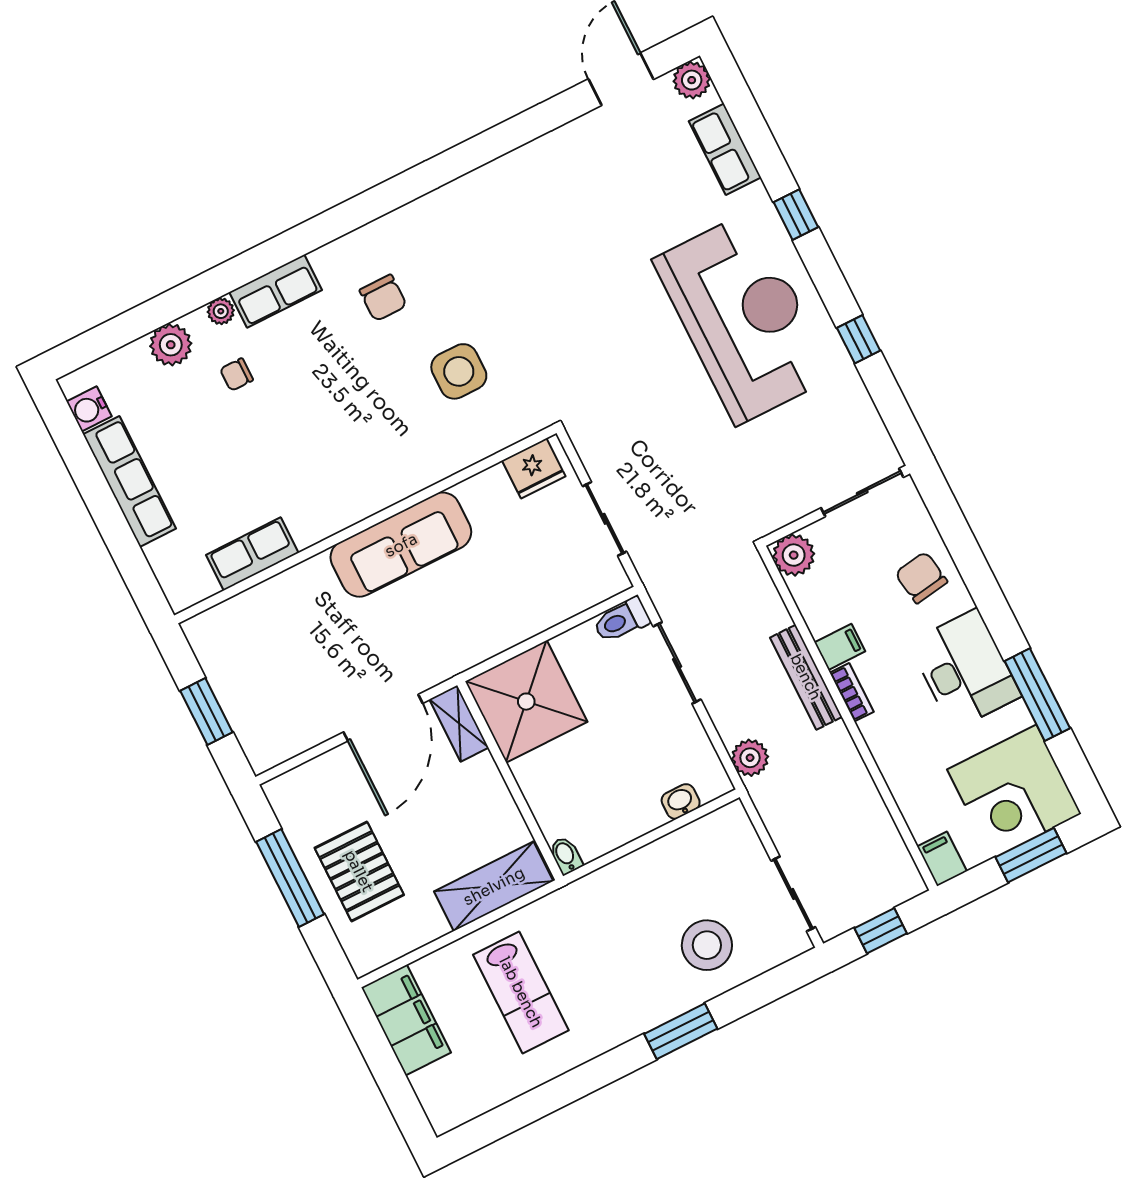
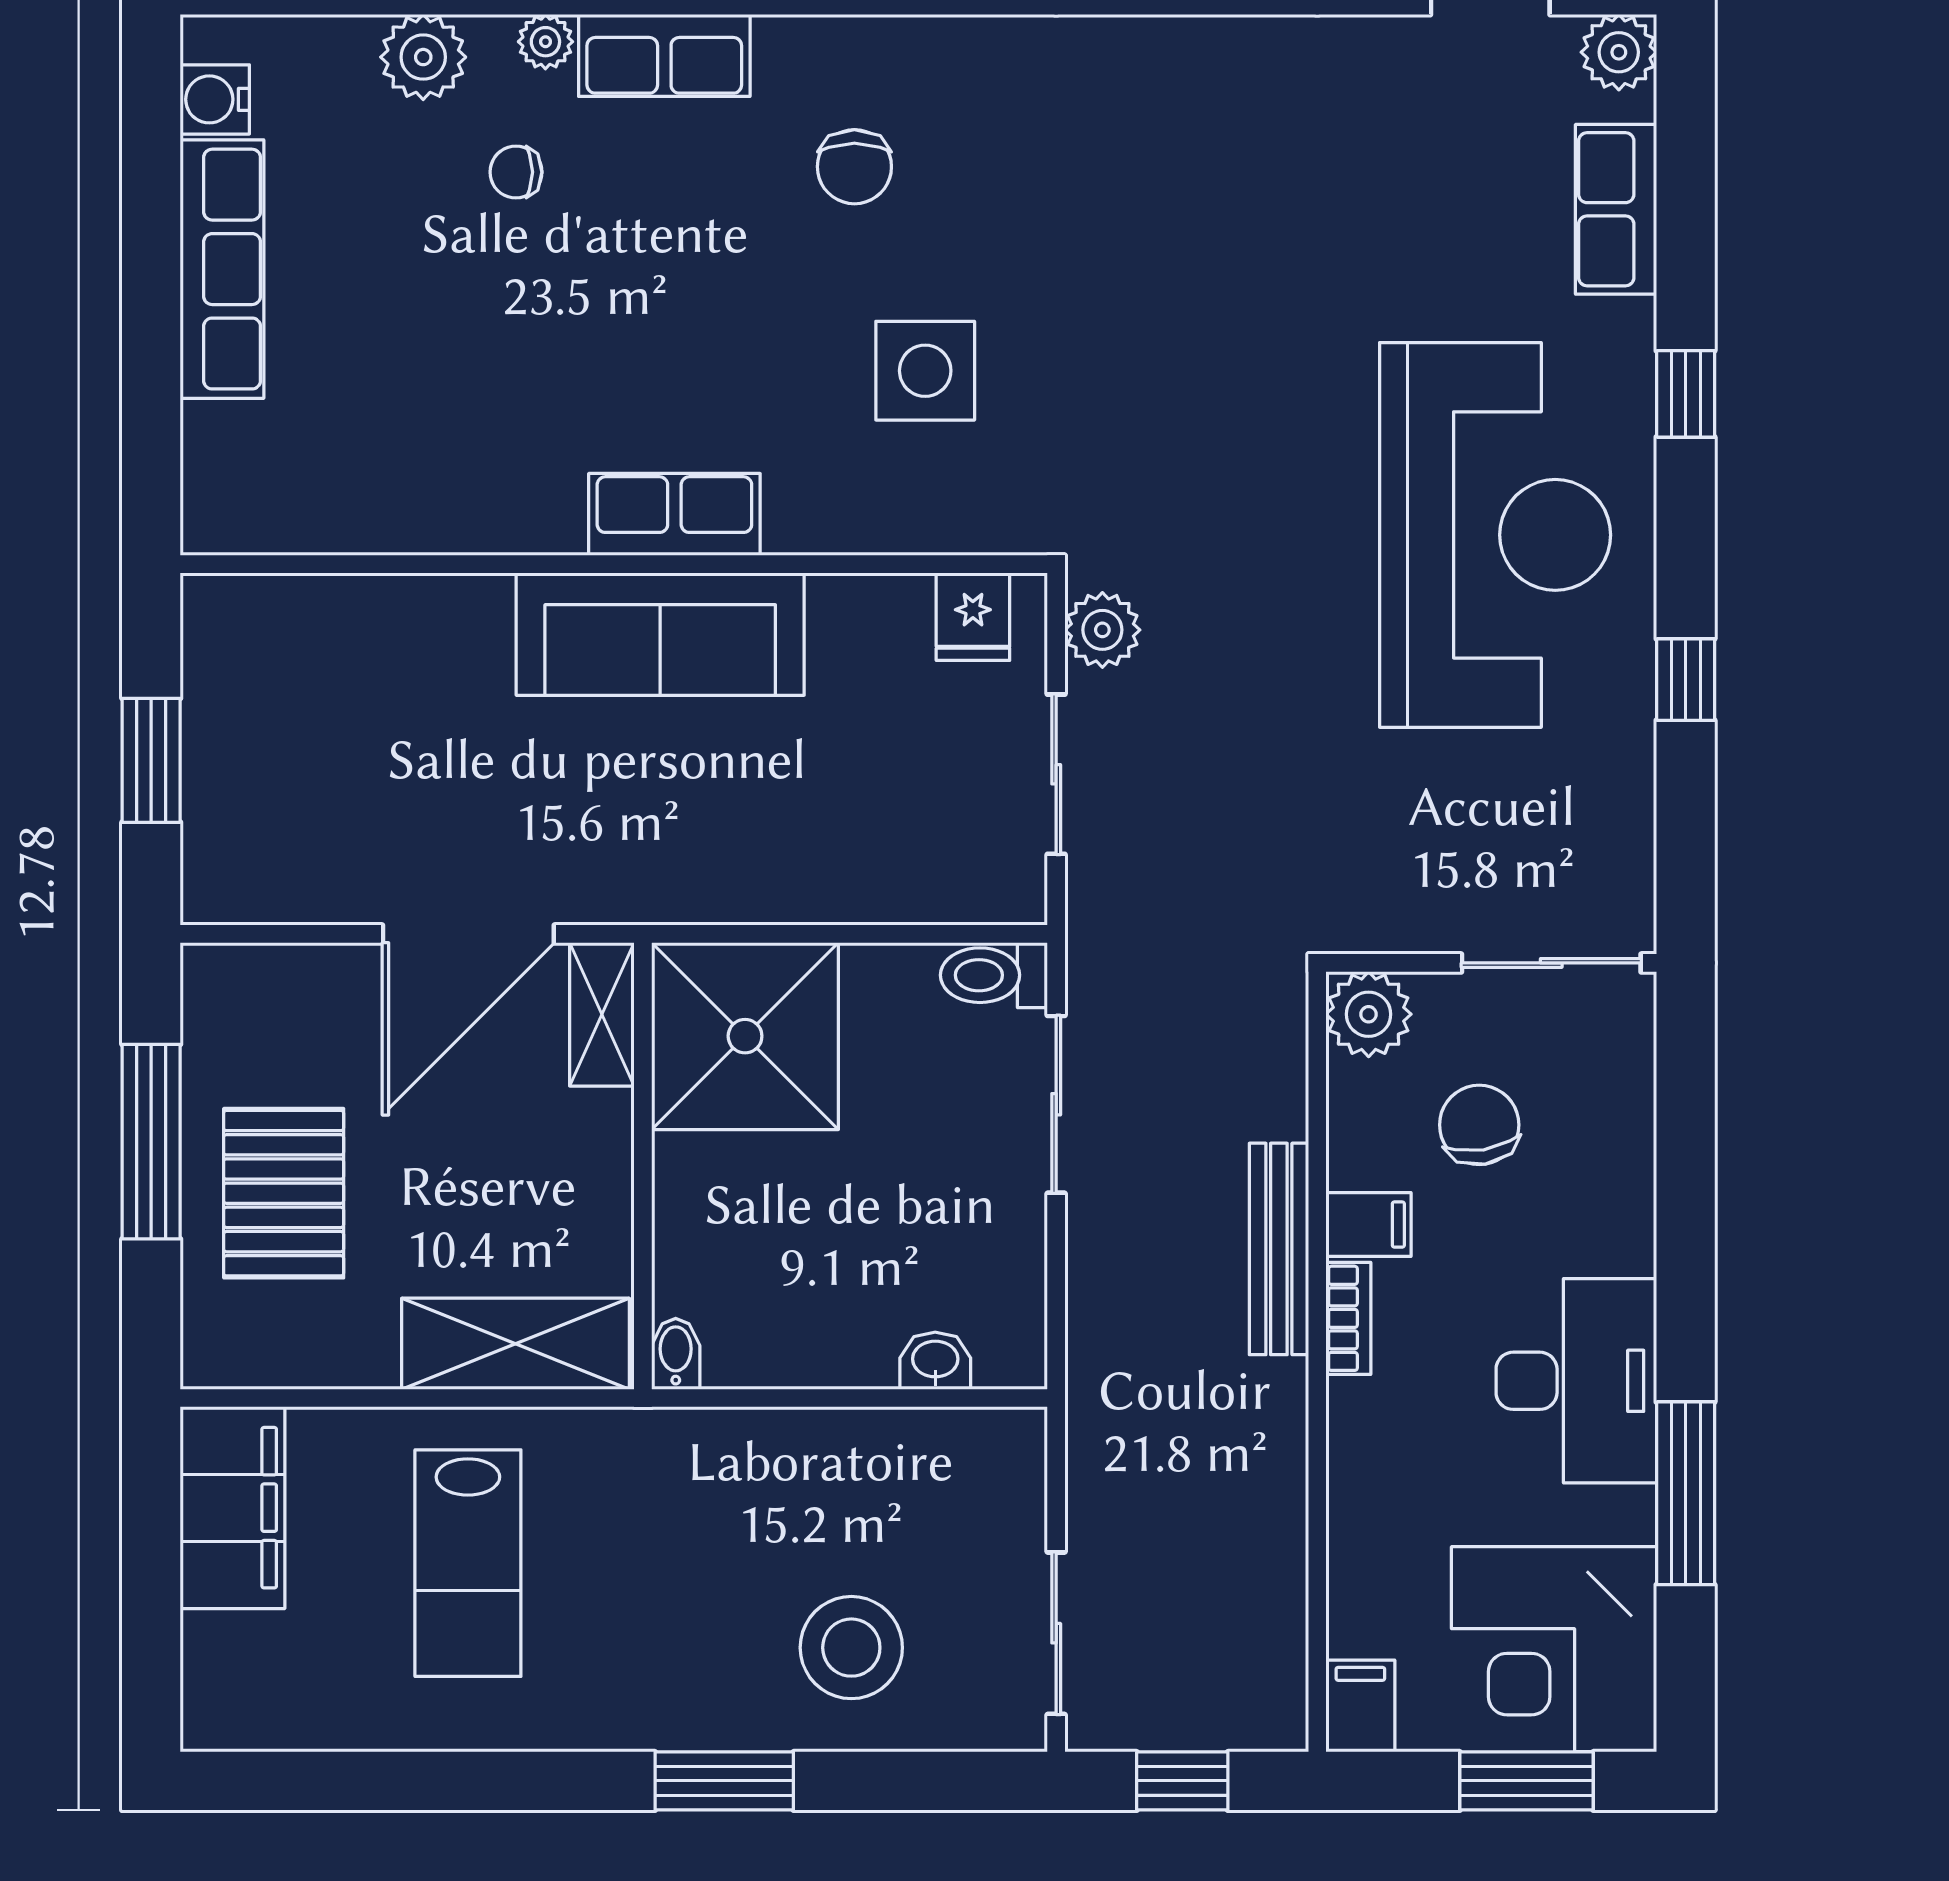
fridge: (534, 468) -> (973, 617), width x0.72
row of seats: (252, 554) -> (674, 514), moved
chair: (921, 578) -> (1479, 1125), moved
plant: (750, 758) -> (1102, 630), moved

